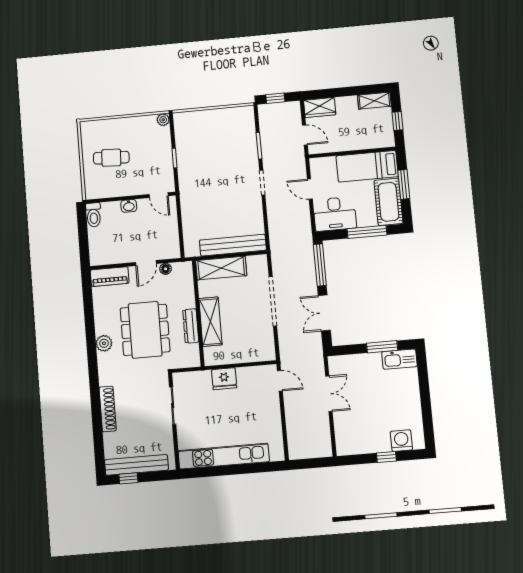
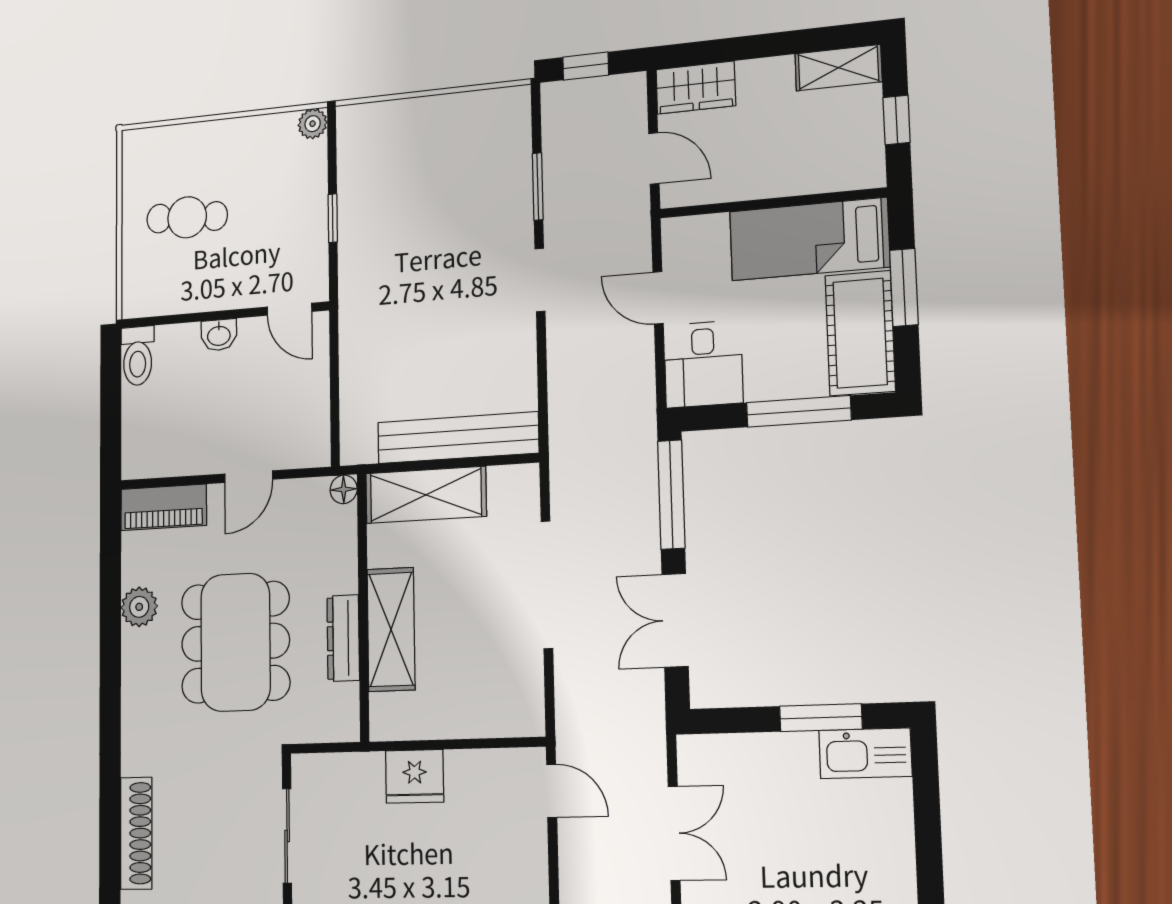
desk: (335, 214) -> (703, 364), width x0.73
floor lamp: (166, 269) -> (344, 489), moved
plant: (104, 343) -> (139, 607), moved

